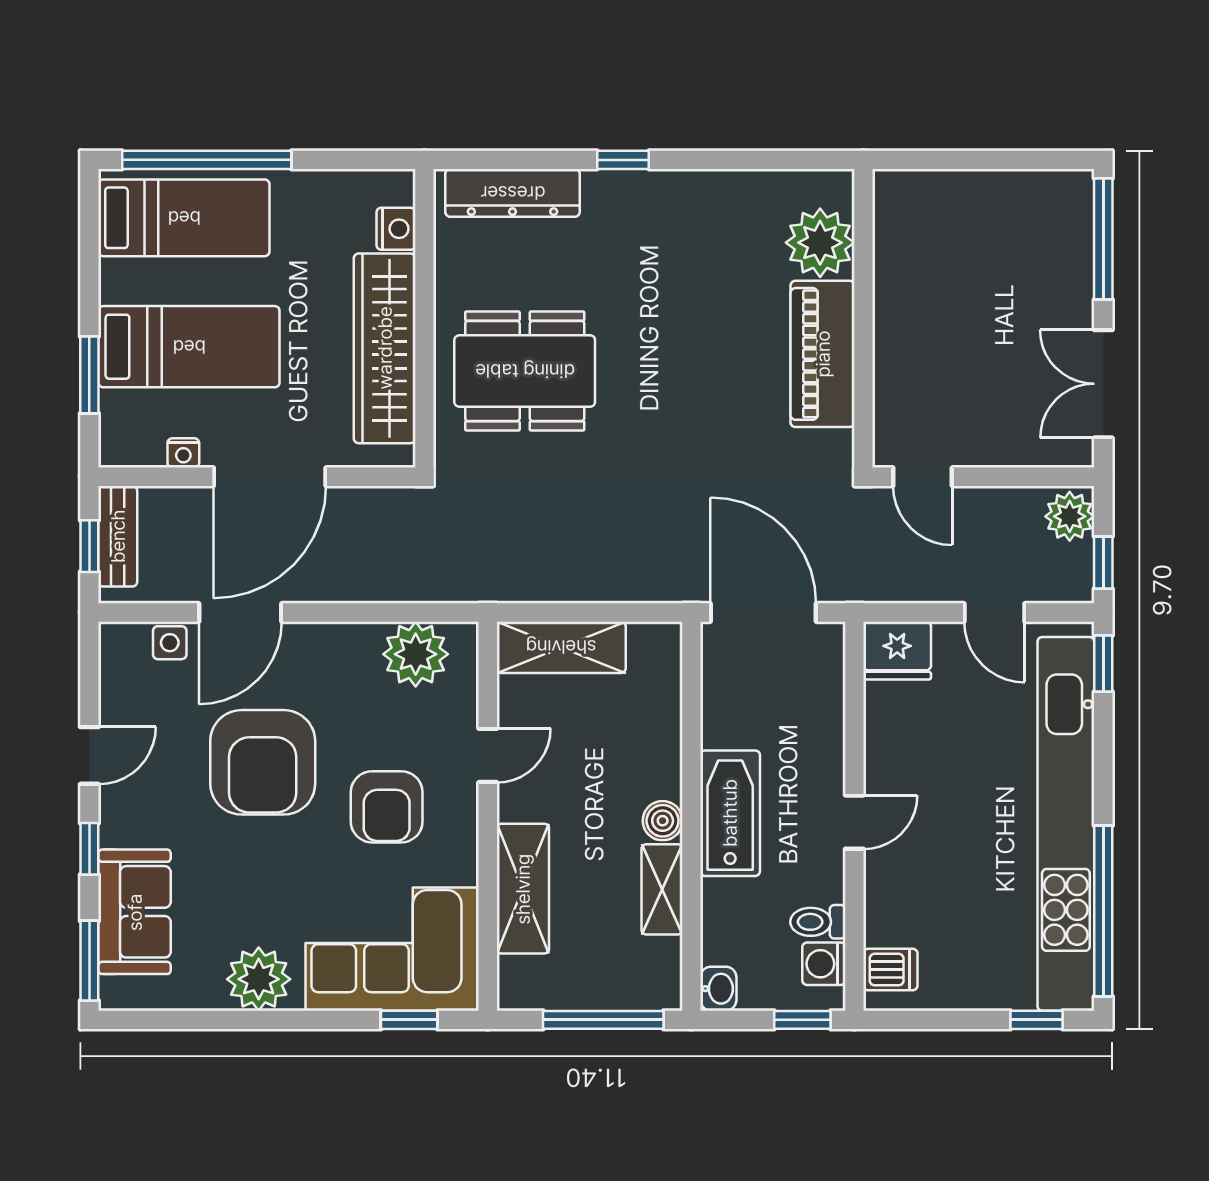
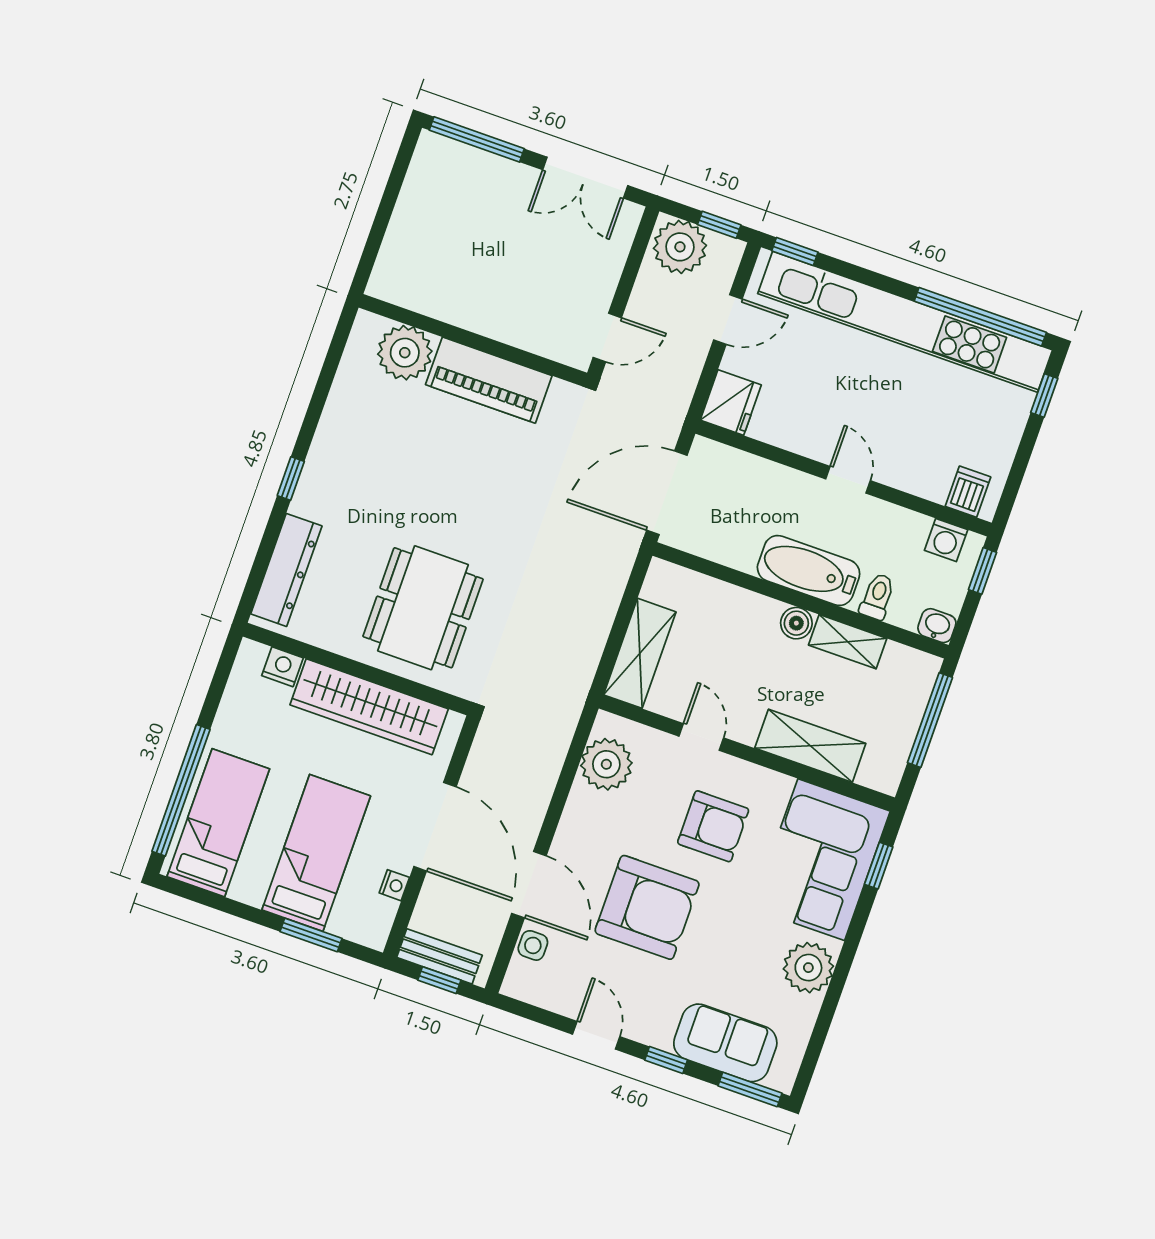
plant: (1070, 516) -> (680, 247), width x1.36, depth x1.36
toilet: (818, 922) -> (877, 597), moved, turned 180

